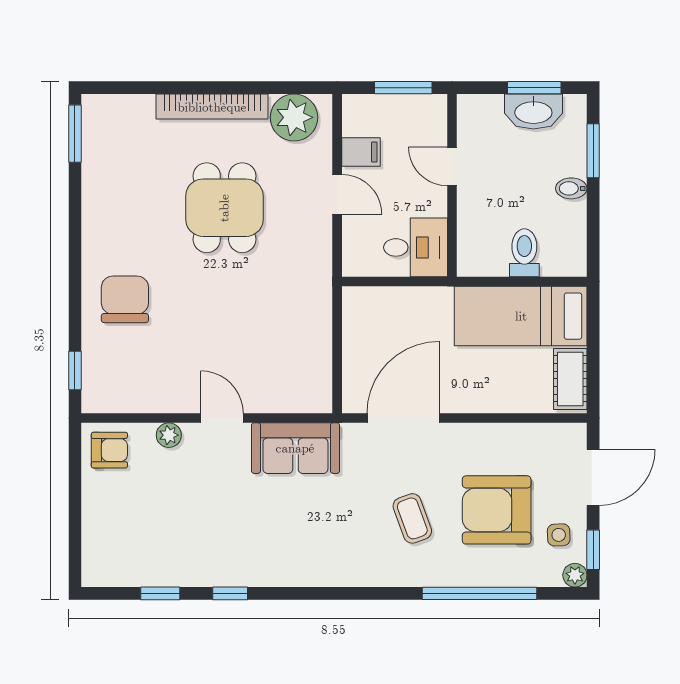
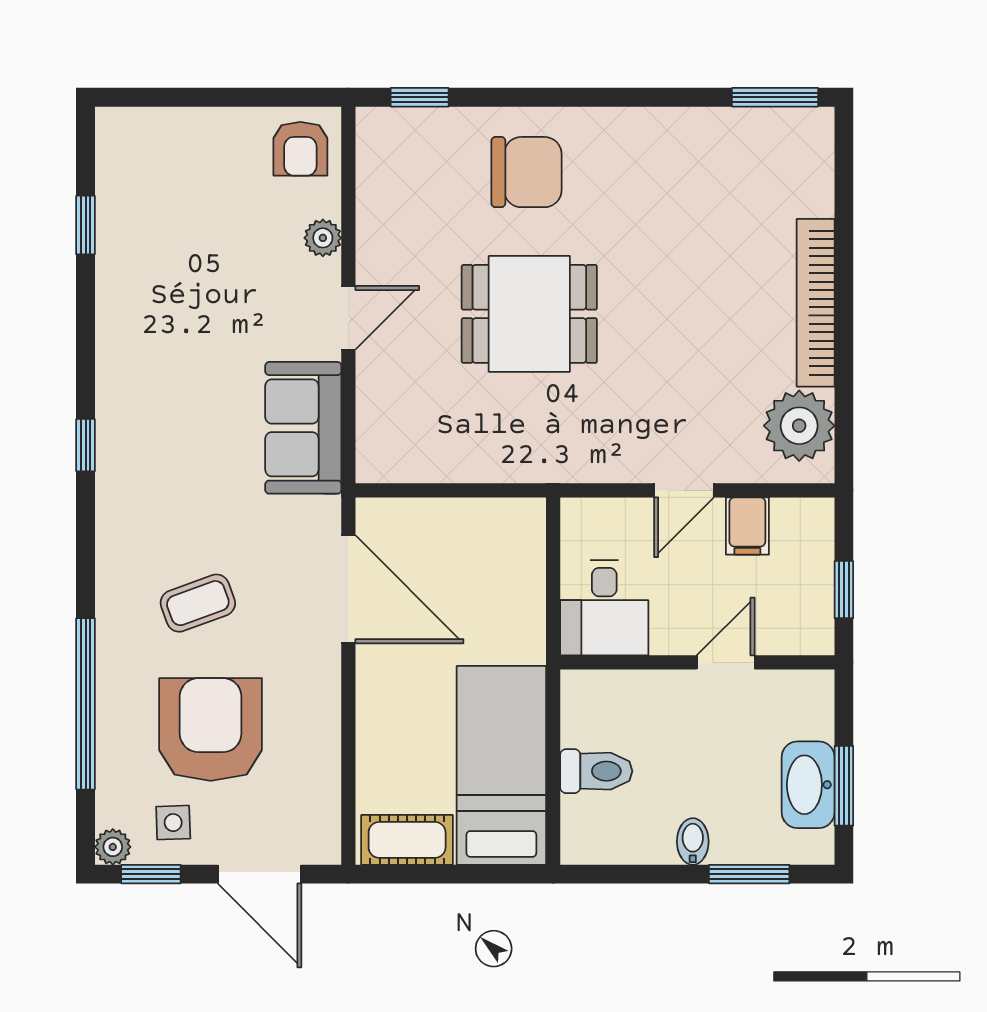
window: (403, 88) -> (844, 590), width x0.67
dining table: (224, 208) -> (529, 314), moved
window: (230, 593) -> (86, 445), moved

